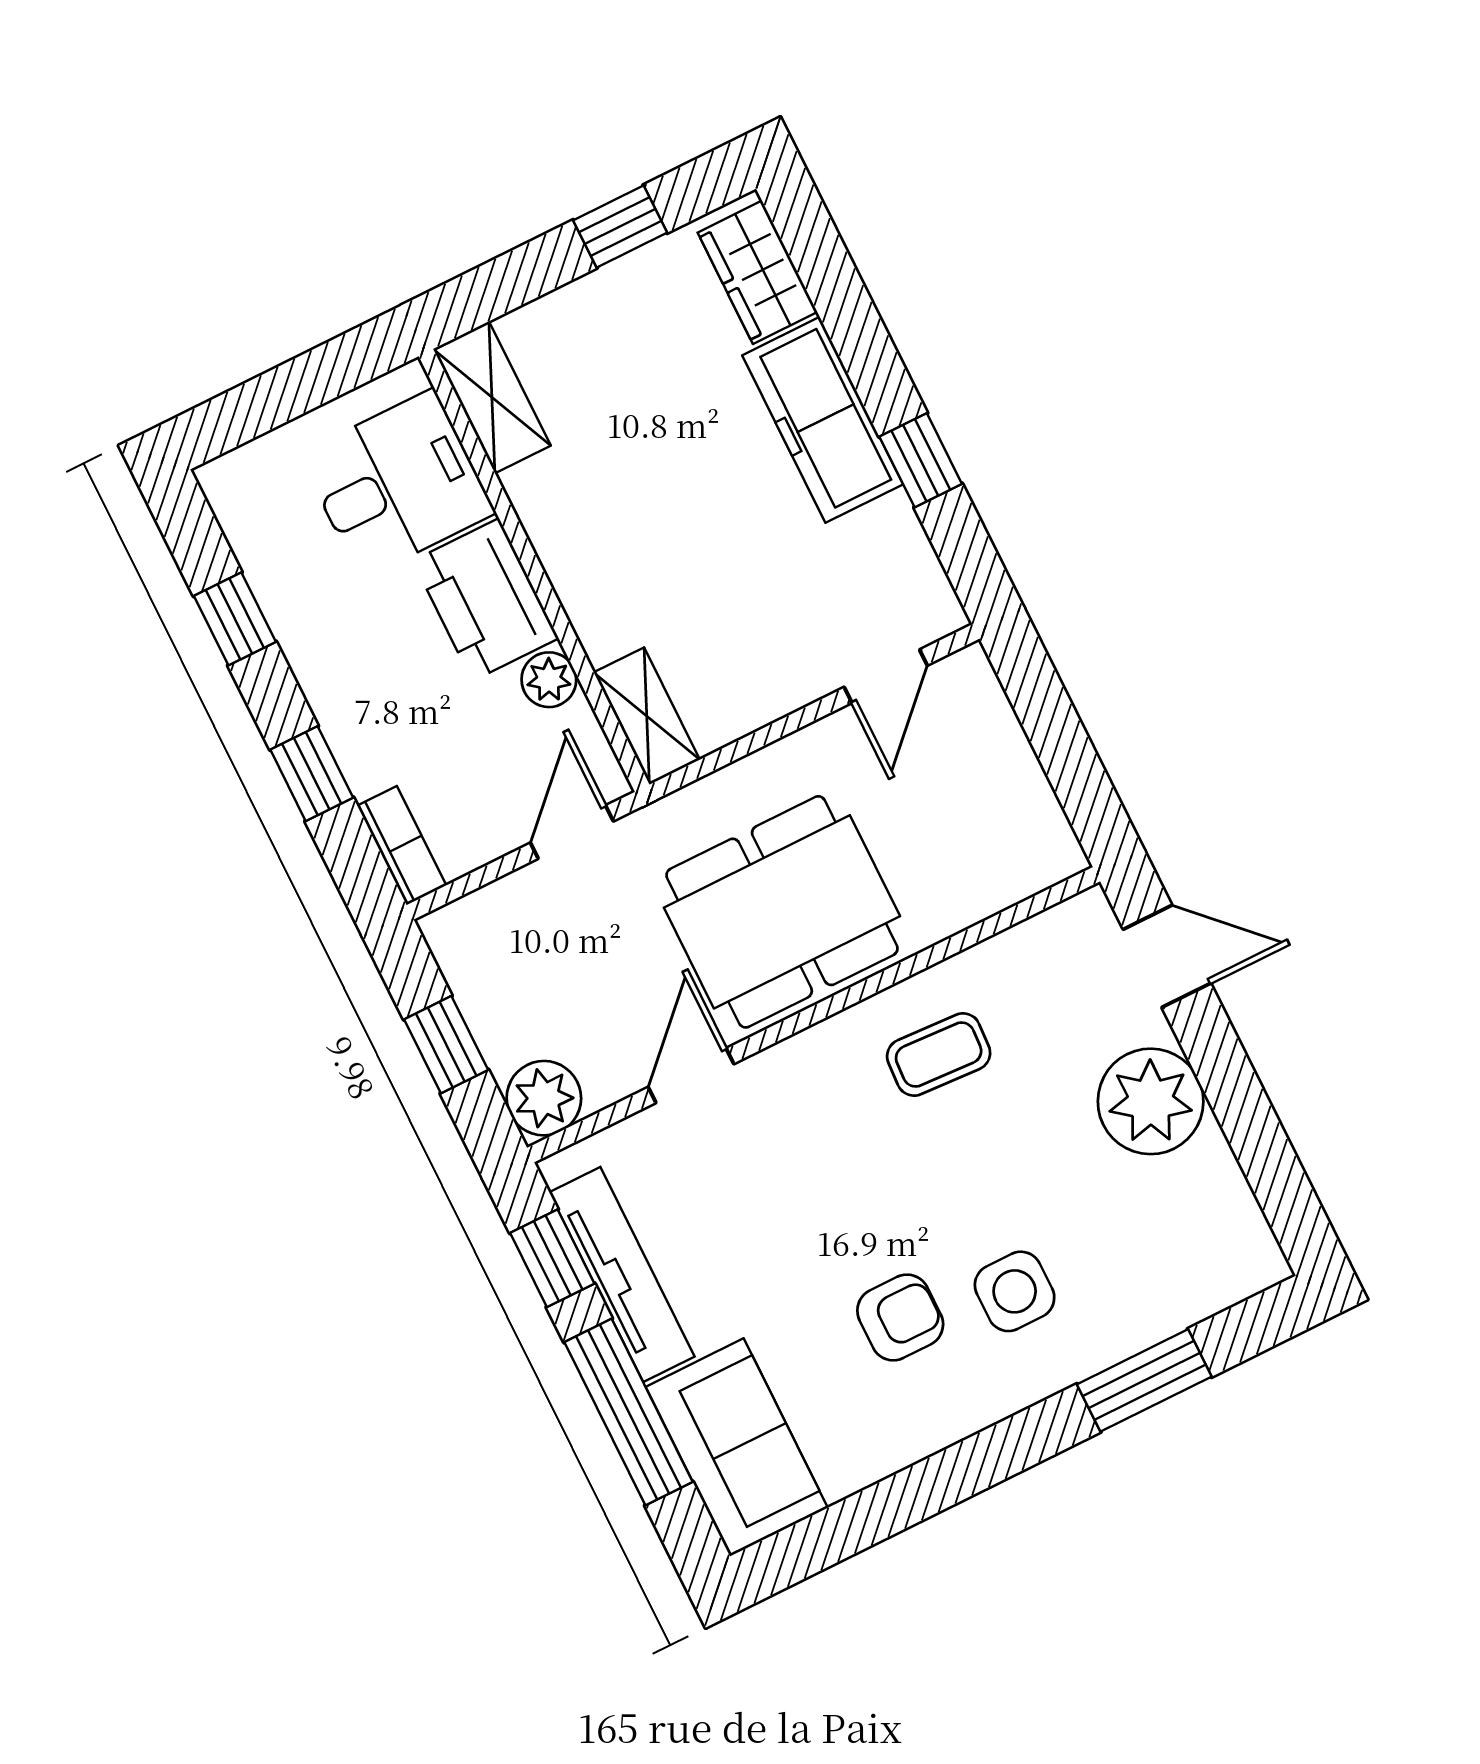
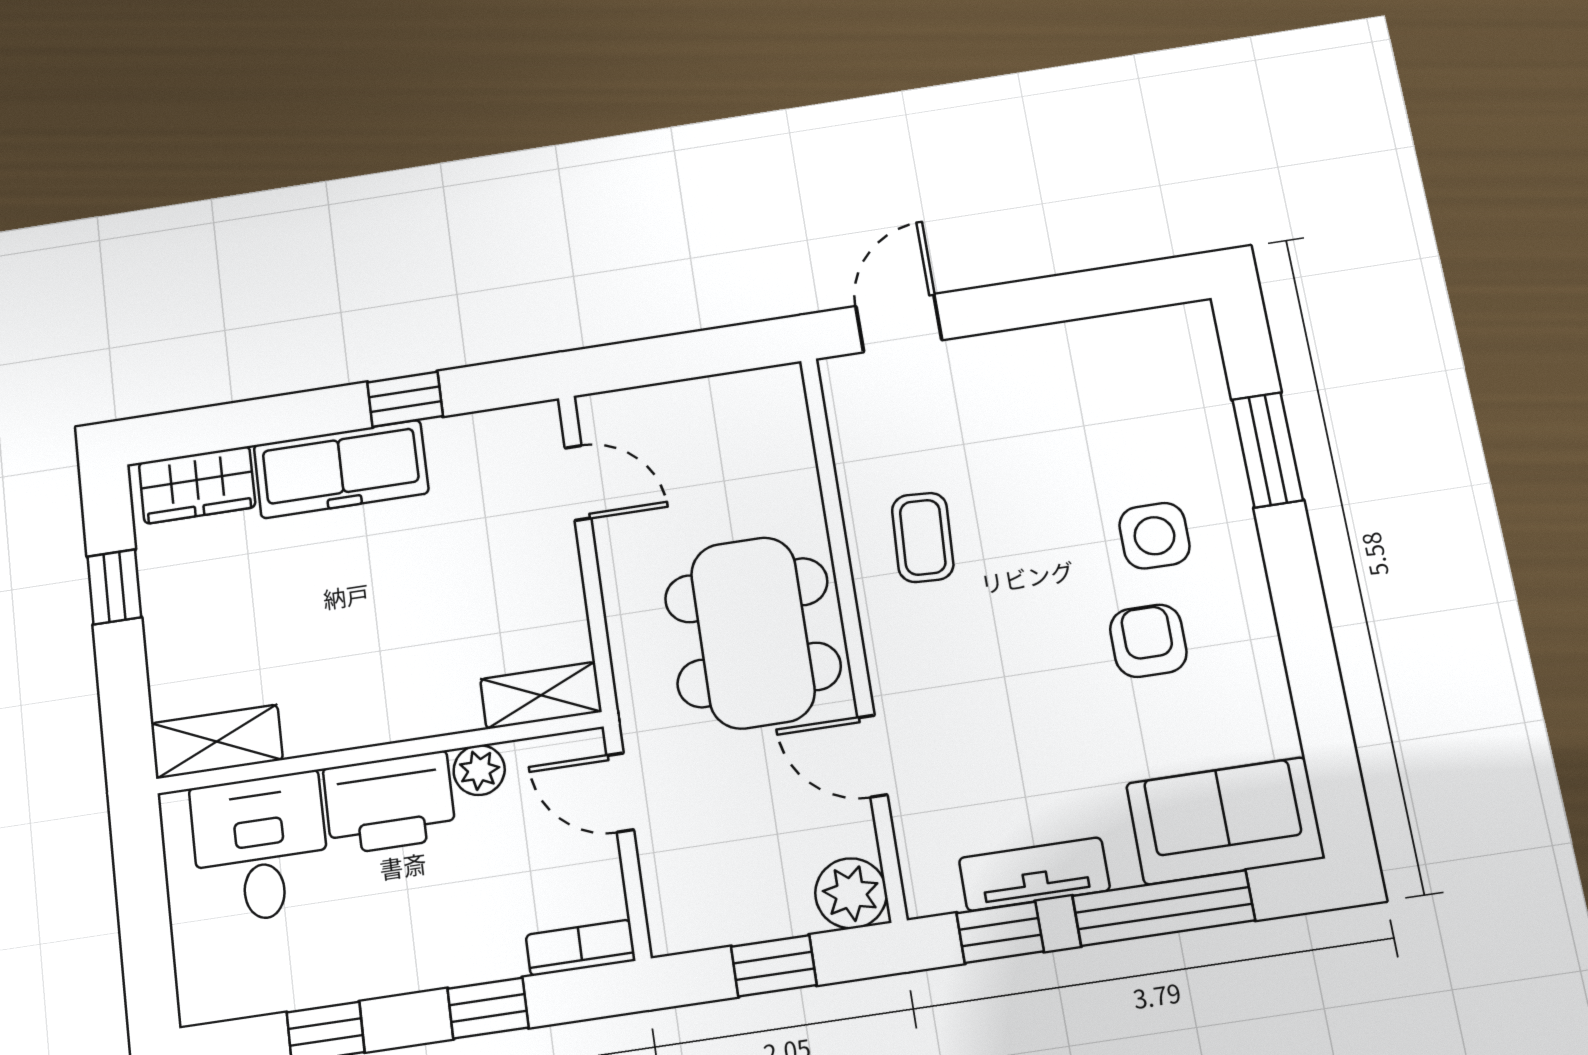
plant: (1151, 1101) -> (1021, 373), removed
tv unit: (622, 1274) -> (1034, 874), width x0.71

